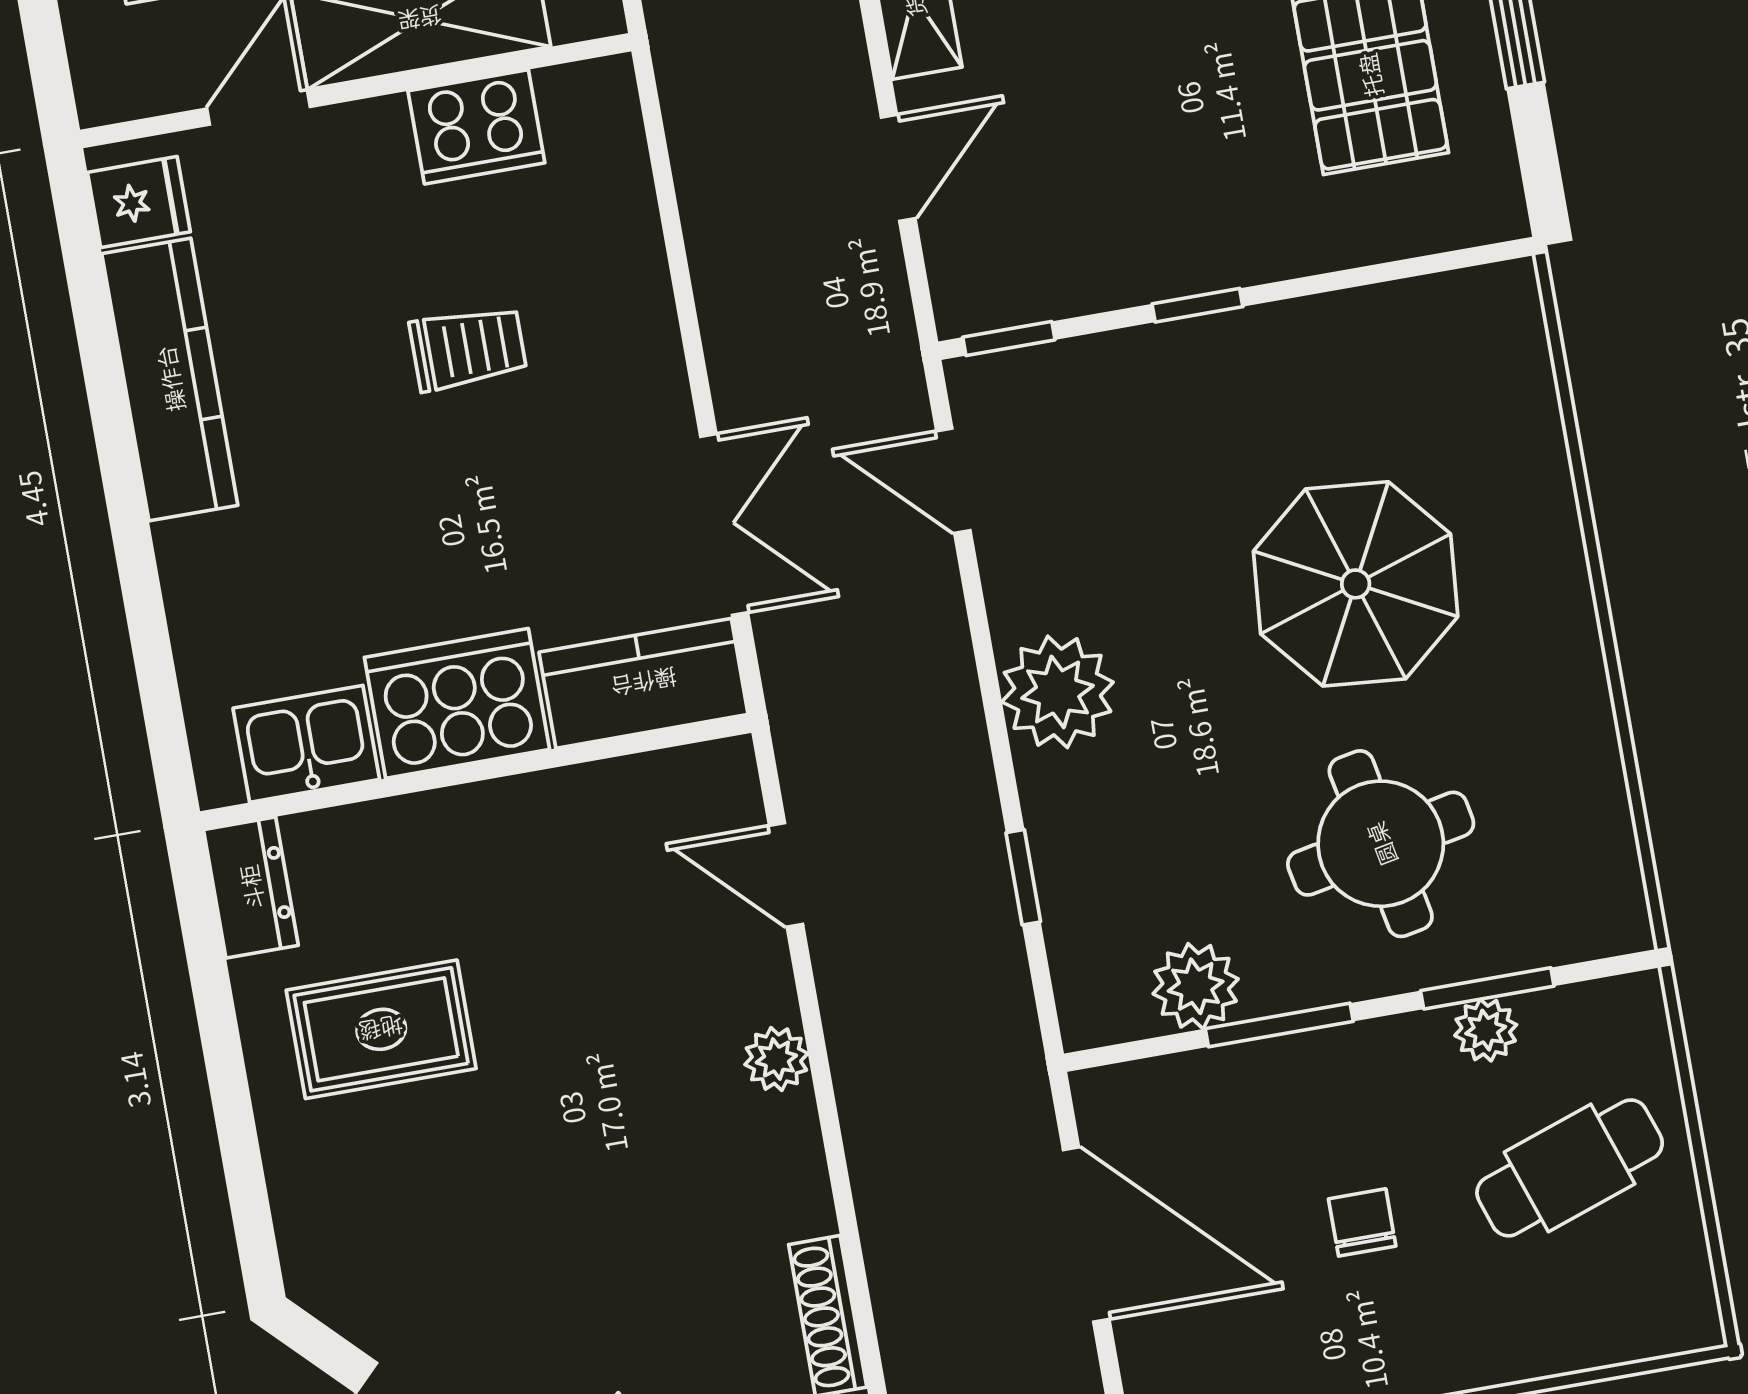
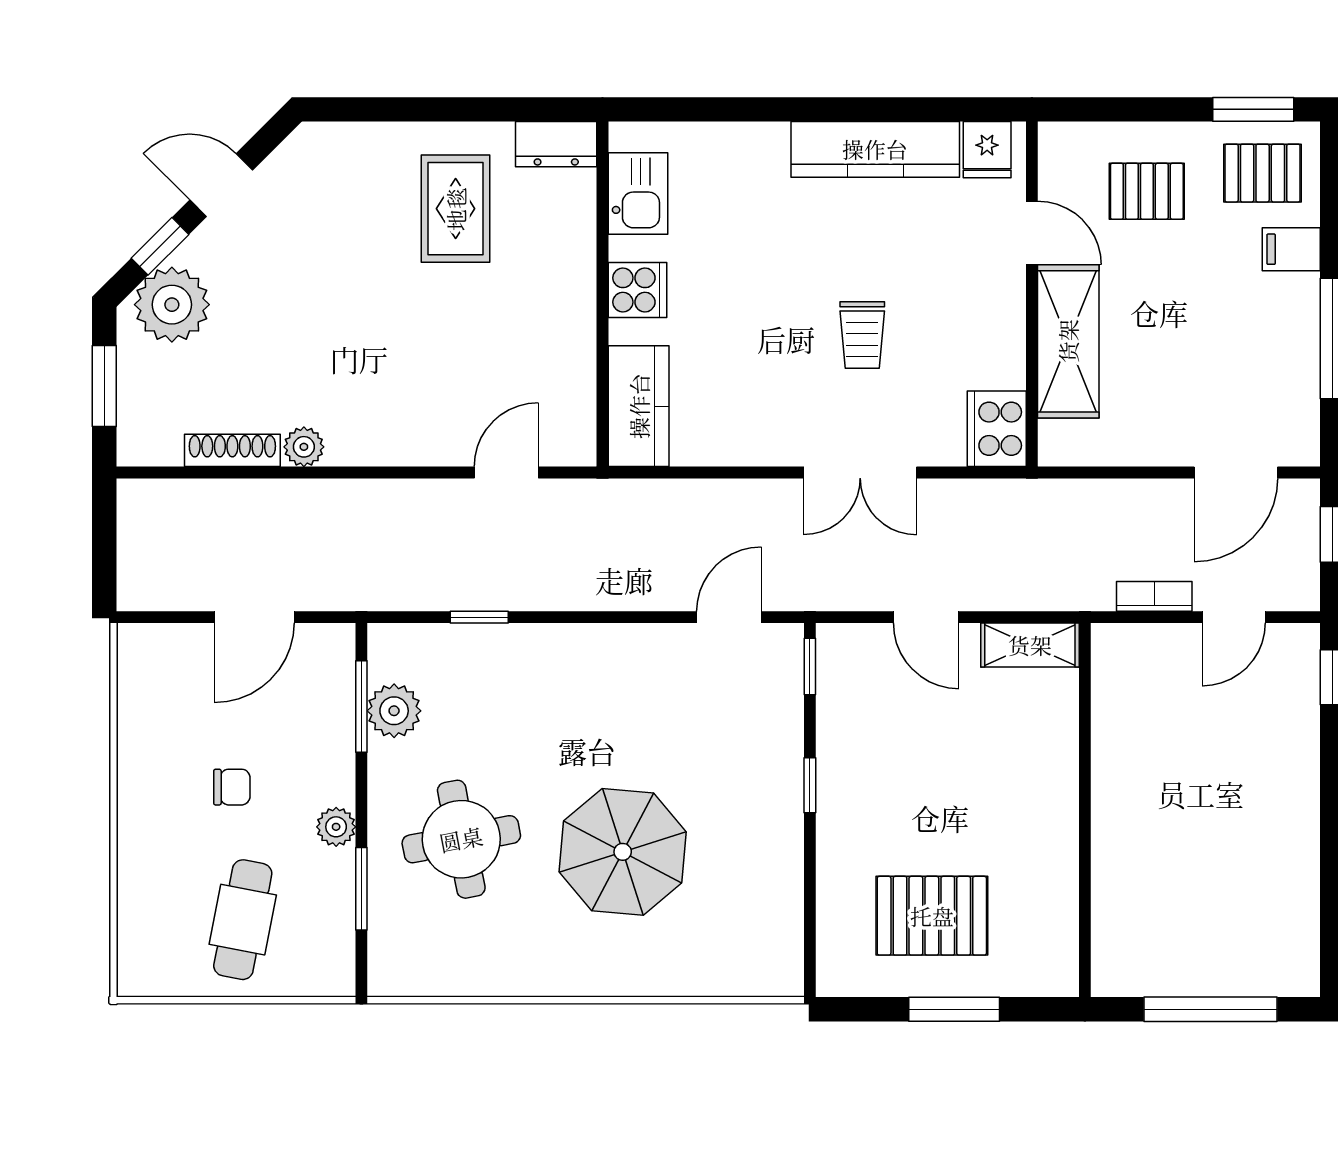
cooker: (476, 127) -> (997, 429), moved
double door: (724, 524) -> (860, 472), moved
plant: (1058, 692) -> (589, 658), removed
cooker: (457, 703) -> (637, 290), width x0.53, depth x0.76
window: (1279, 1025) -> (361, 706), moved
plant: (1486, 1030) -> (336, 827), moved
plant: (776, 1059) -> (304, 447), moved
cafe table: (1570, 1168) -> (243, 920), turned 30
door: (1086, 1235) -> (254, 617), width x0.73

